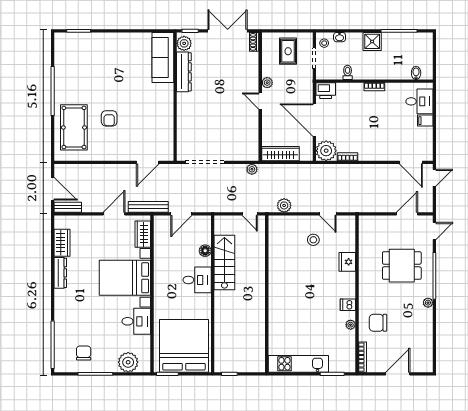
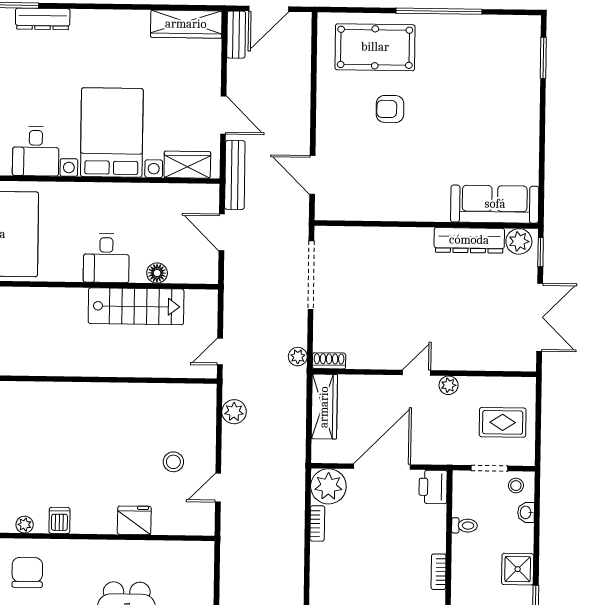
shoe rack: (254, 42) -> (329, 361), moved
wardrobe: (62, 243) -> (186, 24), width x1.50
dresser: (60, 273) -> (43, 19), moved

